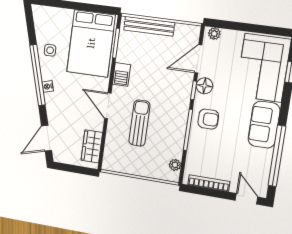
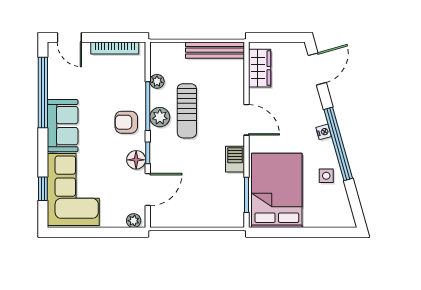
bench: (149, 26) -> (215, 50), moved
plant: (179, 119) -> (160, 117), added
sun lounger: (139, 123) -> (187, 111), moved
plant: (175, 165) -> (157, 81), moved

